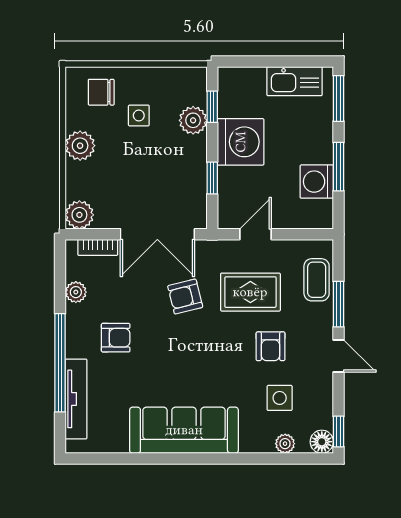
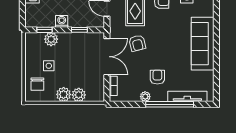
washing machine: (241, 142) -> (62, 21), width x0.53, depth x0.53
plant: (79, 215) -> (79, 95), moved
plant: (76, 292) -> (145, 97), moved

